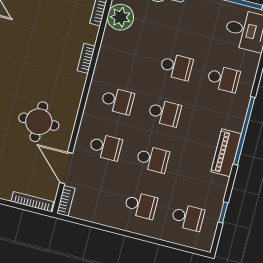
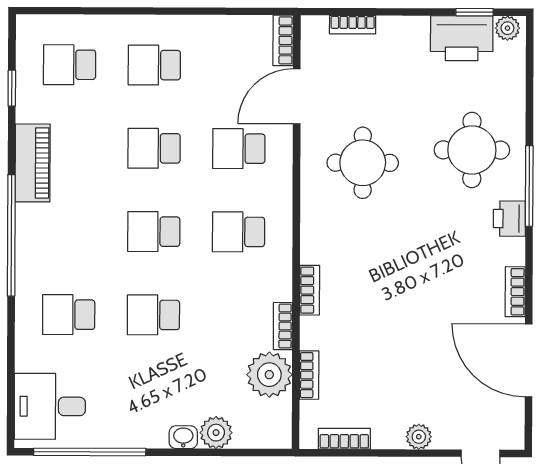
bookcase: (106, 42) -> (283, 326), added
piano: (226, 153) -> (33, 163), moved
door: (66, 168) -> (297, 96), swing flipped
bookcase: (32, 202) -> (353, 25), width x0.64

